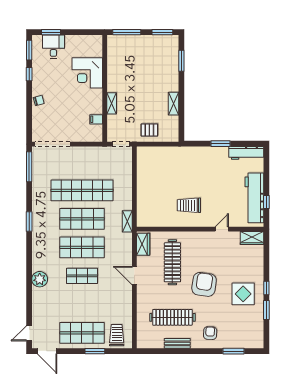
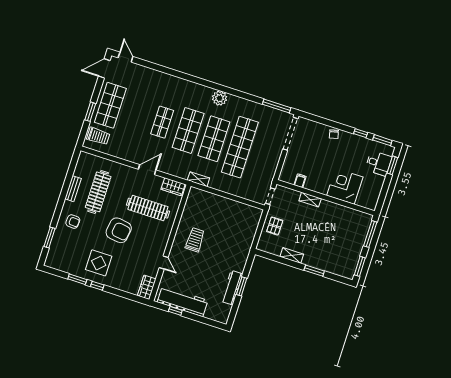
window: (181, 61) -> (314, 271), moved
workbench: (246, 153) -> (232, 288), moved
window: (29, 221) -> (227, 90), removed
plant: (40, 279) -> (220, 98), moved

